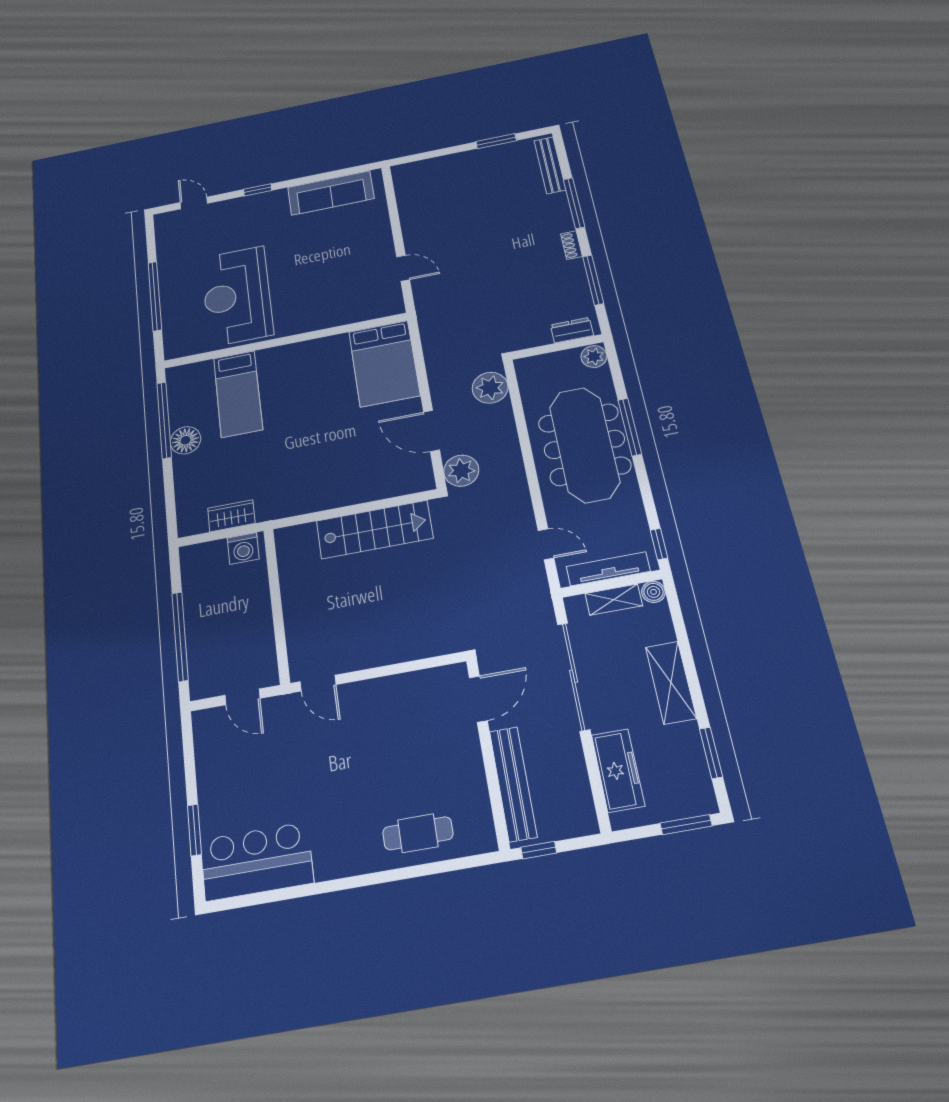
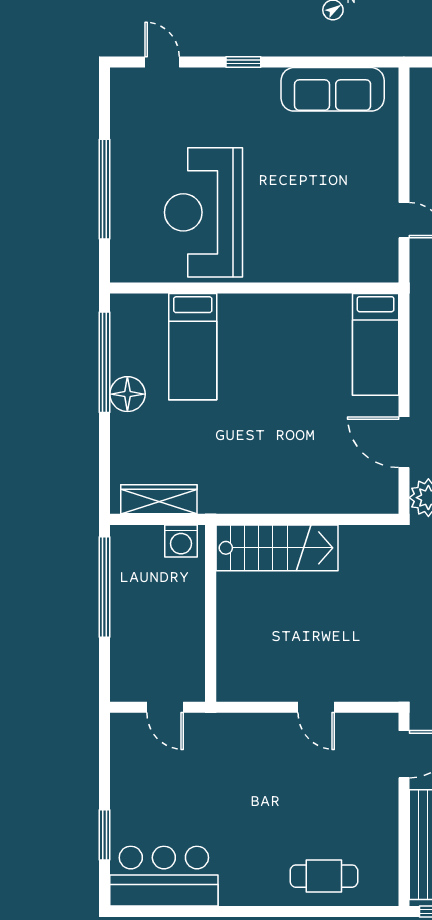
bed: (384, 363) -> (376, 344), width x0.67
wardrobe: (231, 516) -> (159, 499), width x1.50
stairs: (374, 530) -> (277, 548), moved
window: (180, 636) -> (104, 587), moved
door: (318, 683) -> (316, 707), moved

